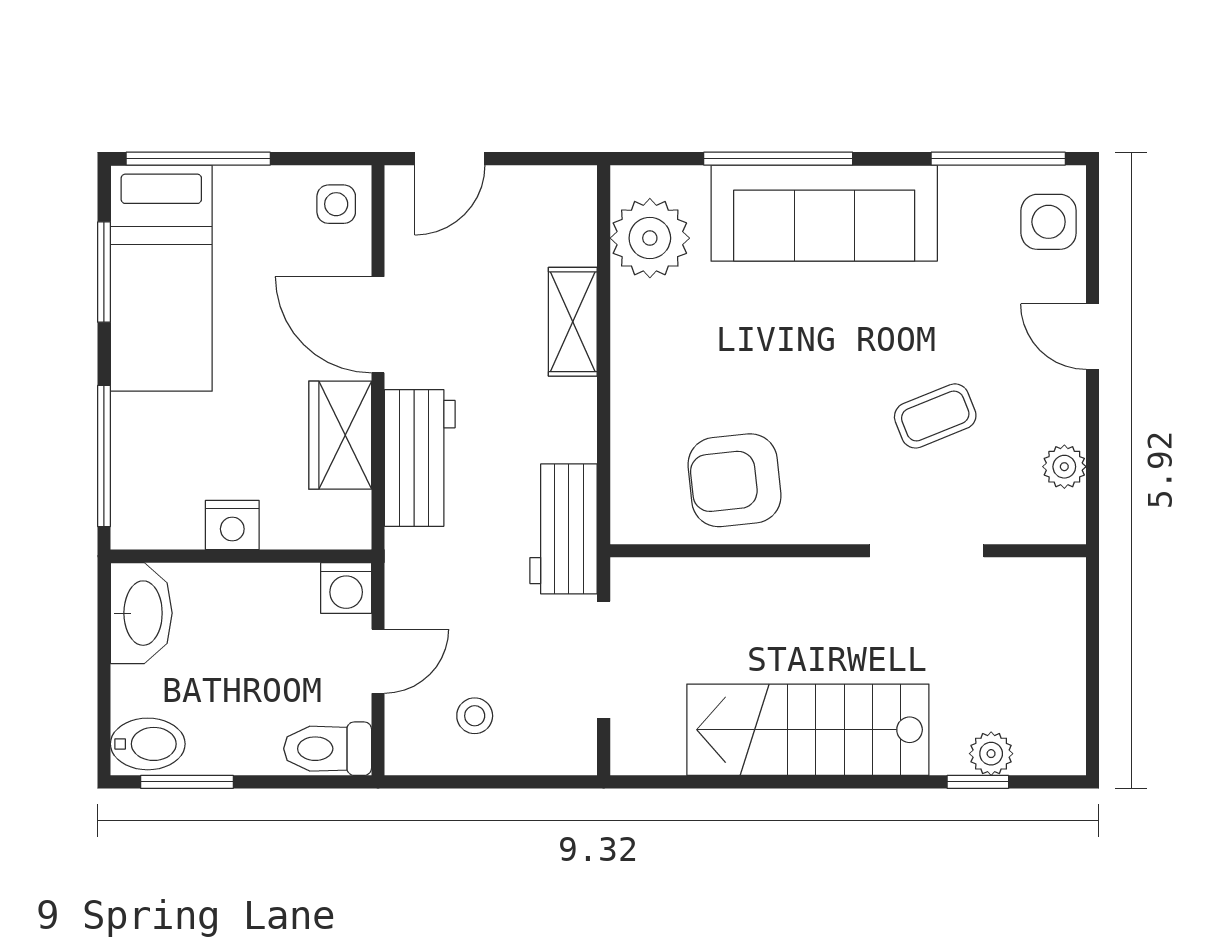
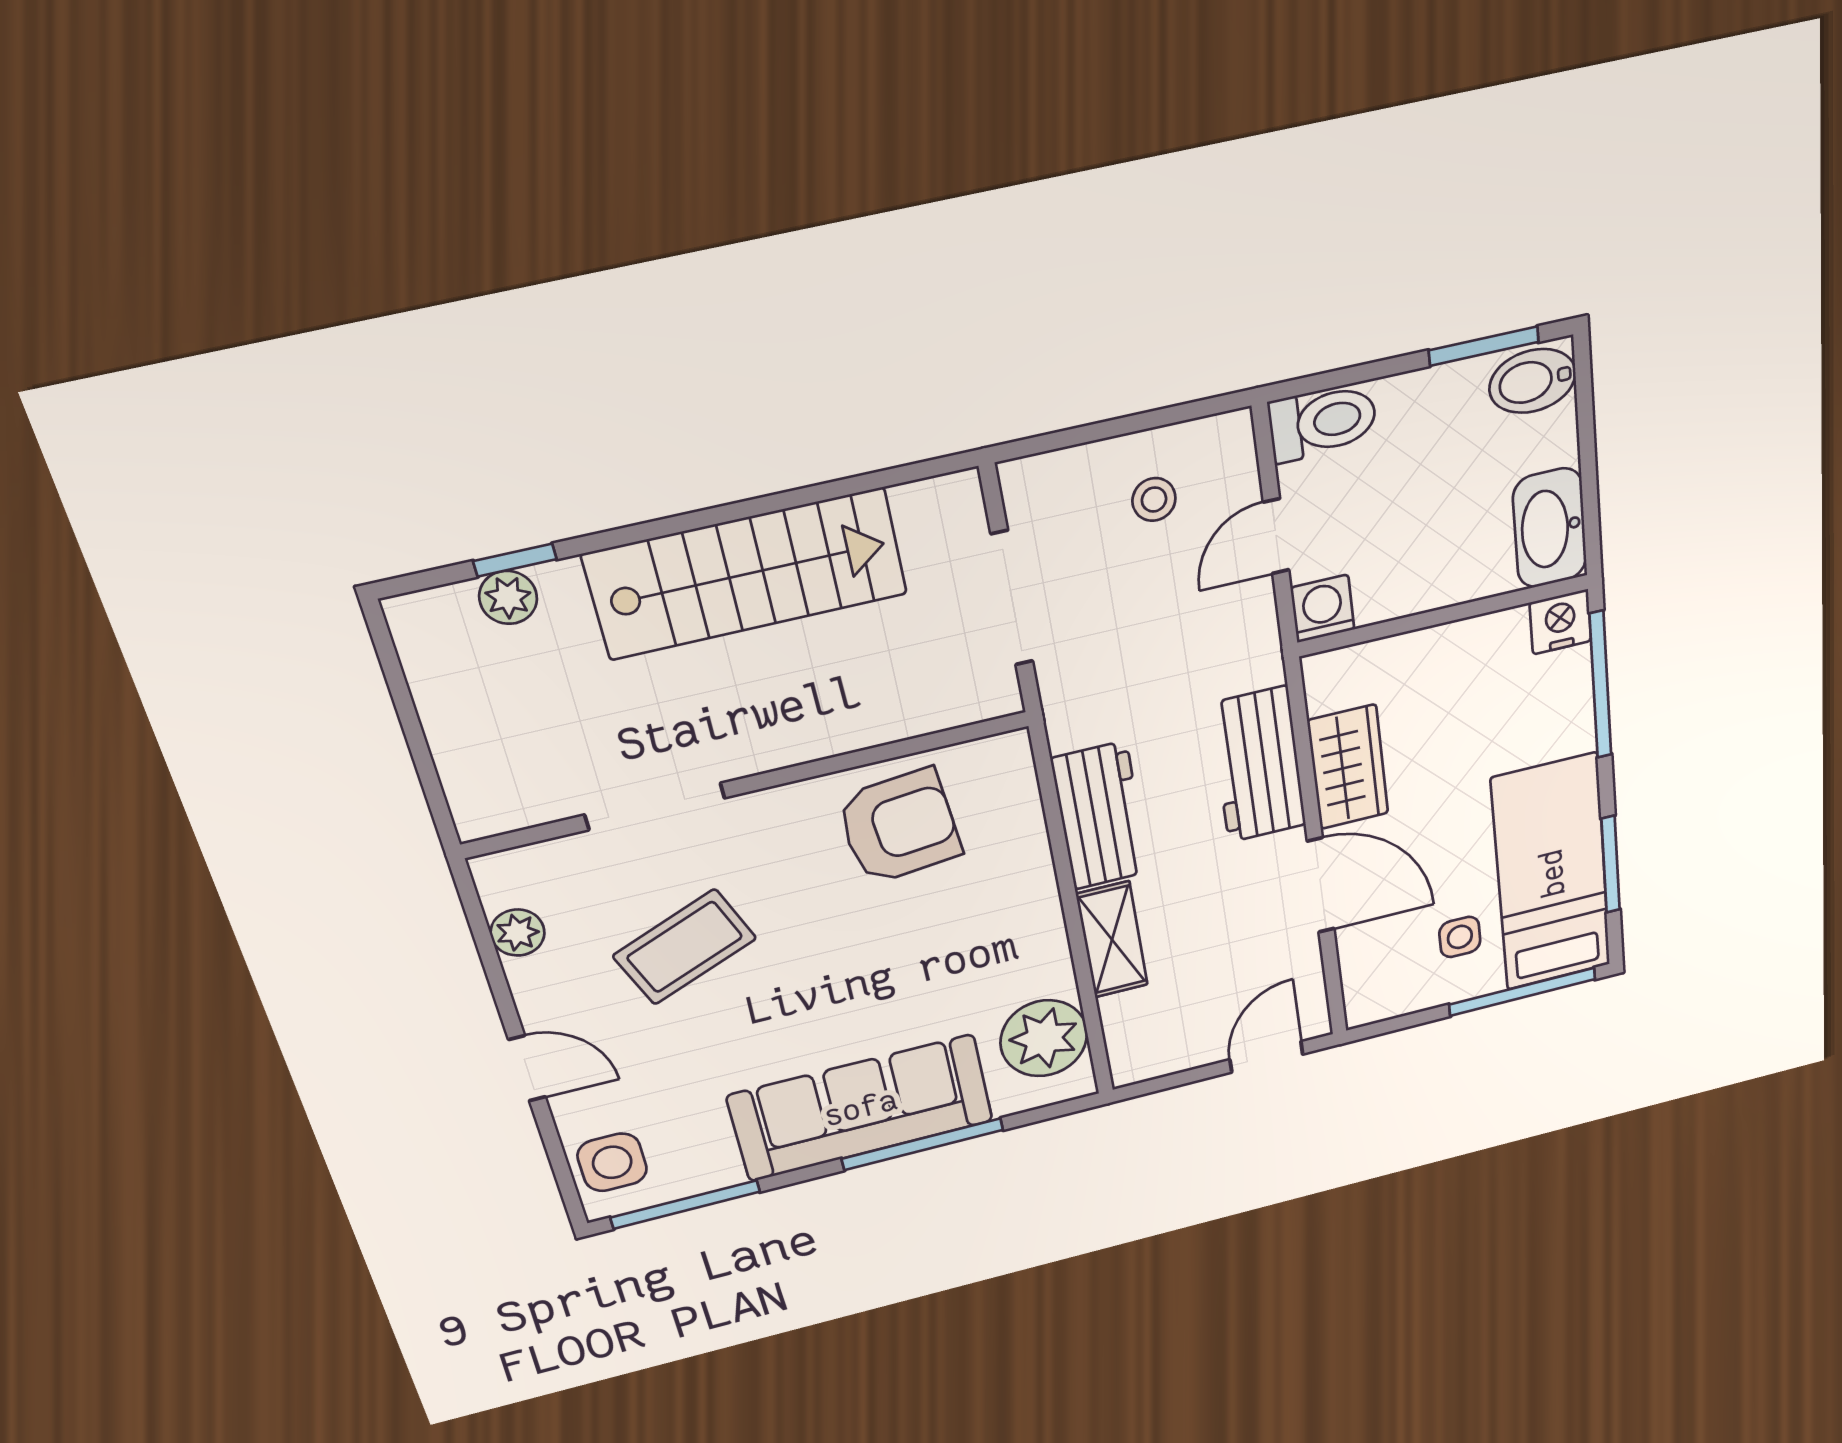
side table: (336, 204) -> (1460, 937), moved
coffee table: (935, 416) -> (685, 947), width x1.36, depth x1.30
nightstand: (232, 525) -> (1560, 622), moved
workbench: (564, 529) -> (1100, 816), moved

